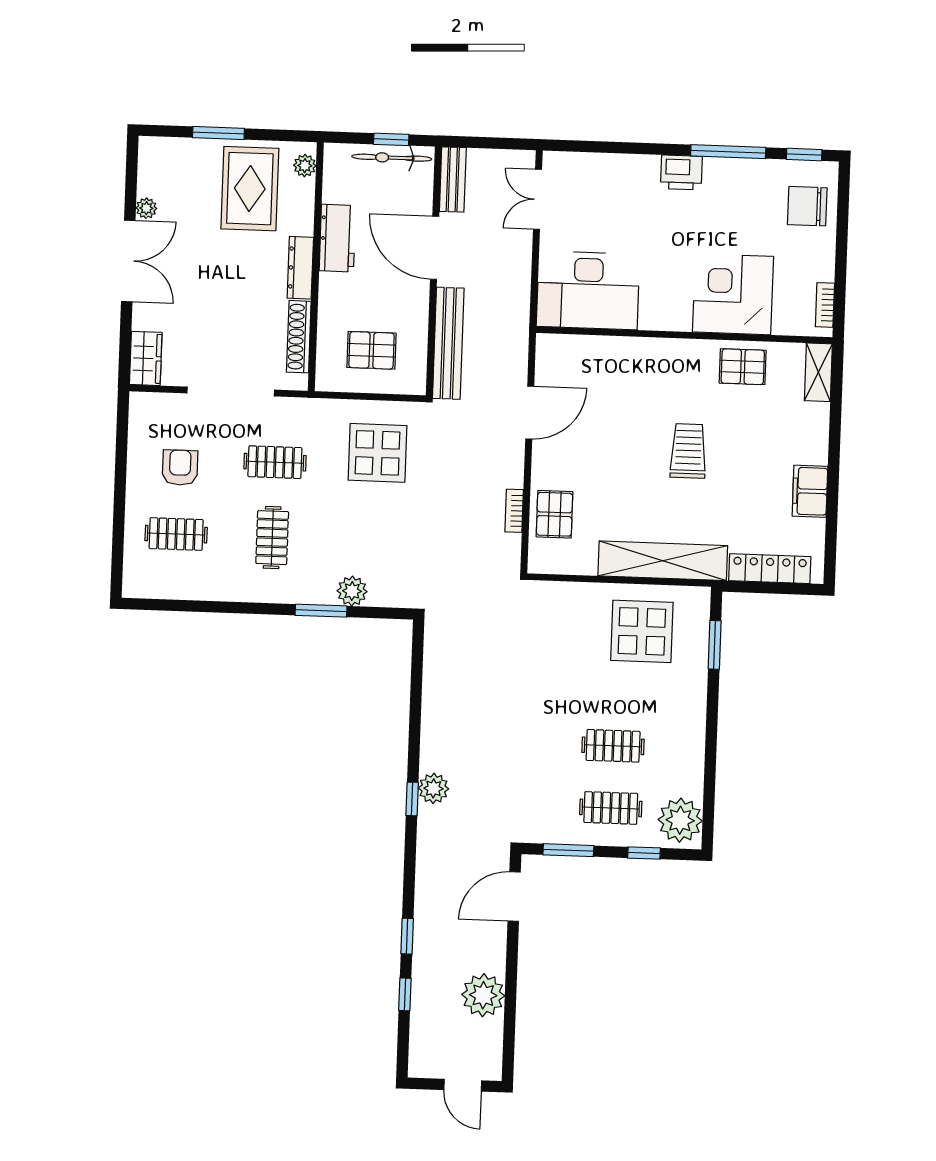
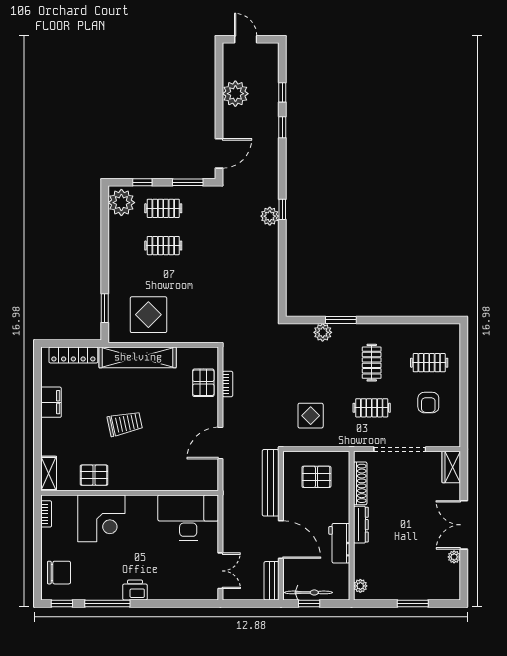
rug: (250, 189) -> (393, 571), removed
trolley: (688, 451) -> (125, 424), turned -102
display table: (377, 453) -> (311, 416), width x0.73, depth x0.73

